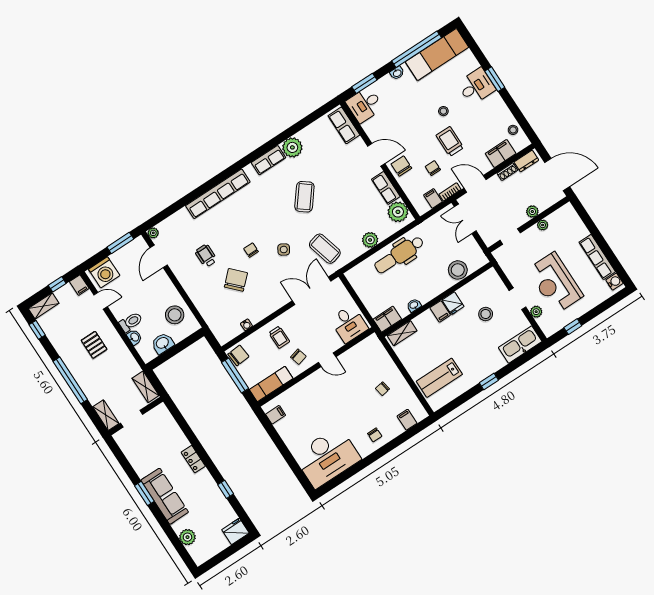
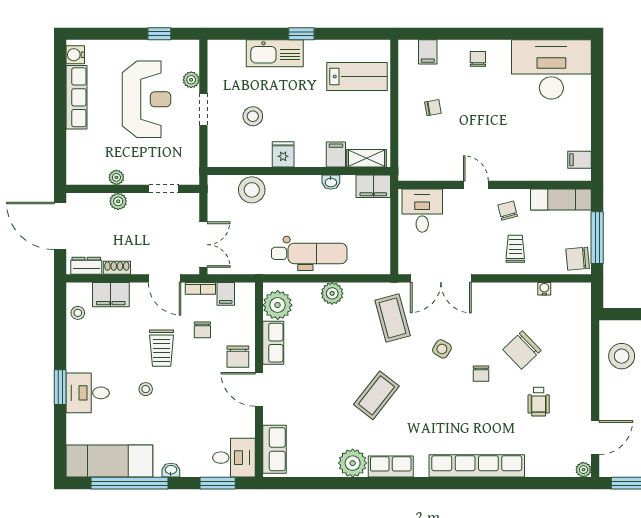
filing cabinet: (440, 311) -> (336, 154), moved
kitchen sink: (520, 345) -> (275, 53), moved

